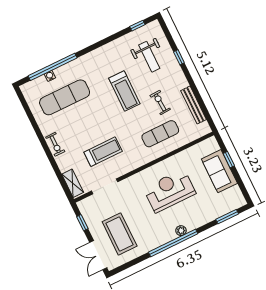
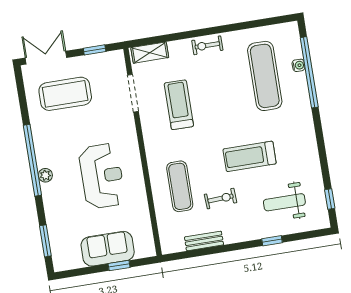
bench: (194, 105) -> (204, 241), width x0.73
treadmill: (103, 152) -> (179, 105), turned 180

